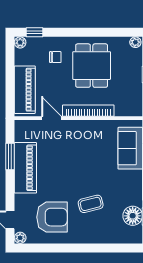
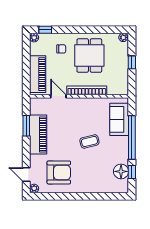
coffee table: (91, 204) -> (89, 141), moved

